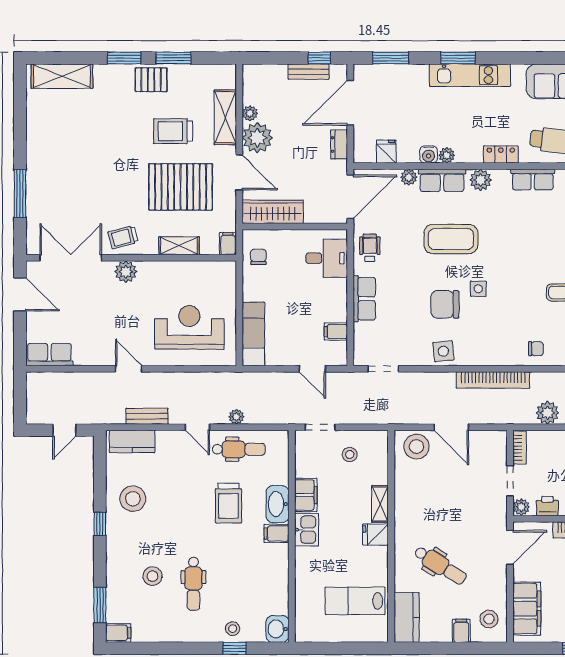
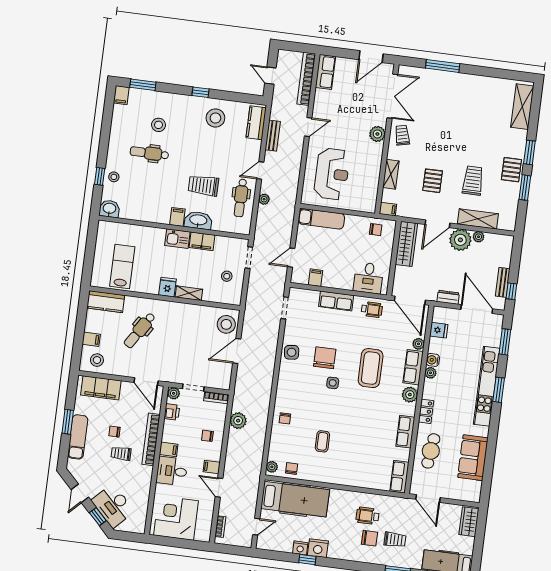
kitchen unit: (470, 75) -> (487, 386), width x1.36
pallet: (181, 187) -> (433, 181), width x0.49, depth x0.50
bookcase: (493, 380) -> (306, 79), moved

